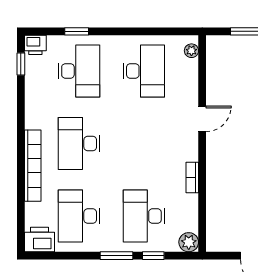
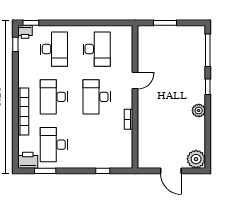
window: (77, 31) -> (31, 23), moved
plant: (191, 51) -> (128, 36), removed
desk: (144, 216) -> (97, 97), moved
plant: (189, 242) -> (126, 162), removed
window: (116, 256) -> (45, 171), moved

